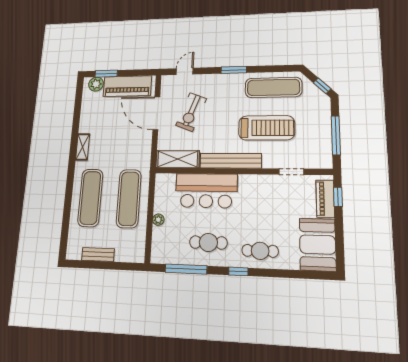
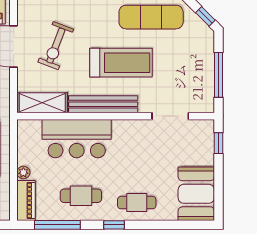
treadmill: (267, 128) -> (121, 63), moved
doorway: (291, 172) -> (170, 116), width x1.38
piano: (325, 199) -> (26, 200), moved, turned 180

